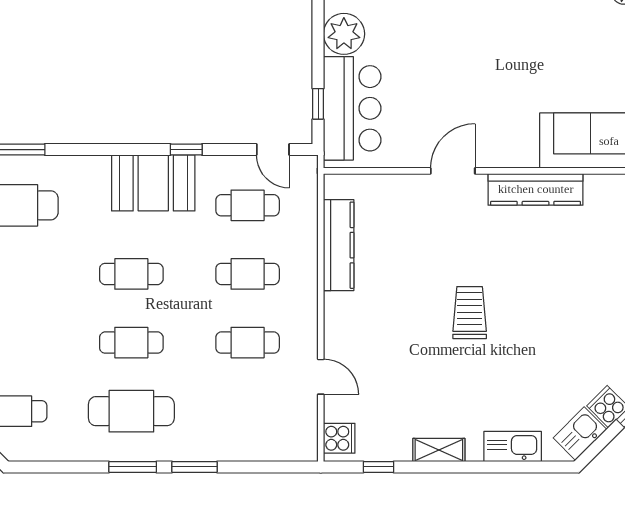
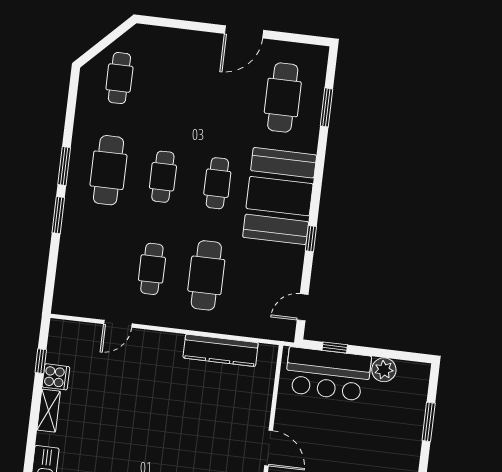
plant: (344, 34) -> (384, 370), width x0.73, depth x0.73
booth: (153, 183) -> (280, 196), width x1.36, depth x1.42
cafe table: (248, 205) -> (261, 282), removed
cafe table: (248, 274) -> (206, 275), width x1.37, depth x1.35
trolley: (470, 313) -> (155, 448), removed
cooker: (339, 438) -> (56, 377), moved, turned -90

